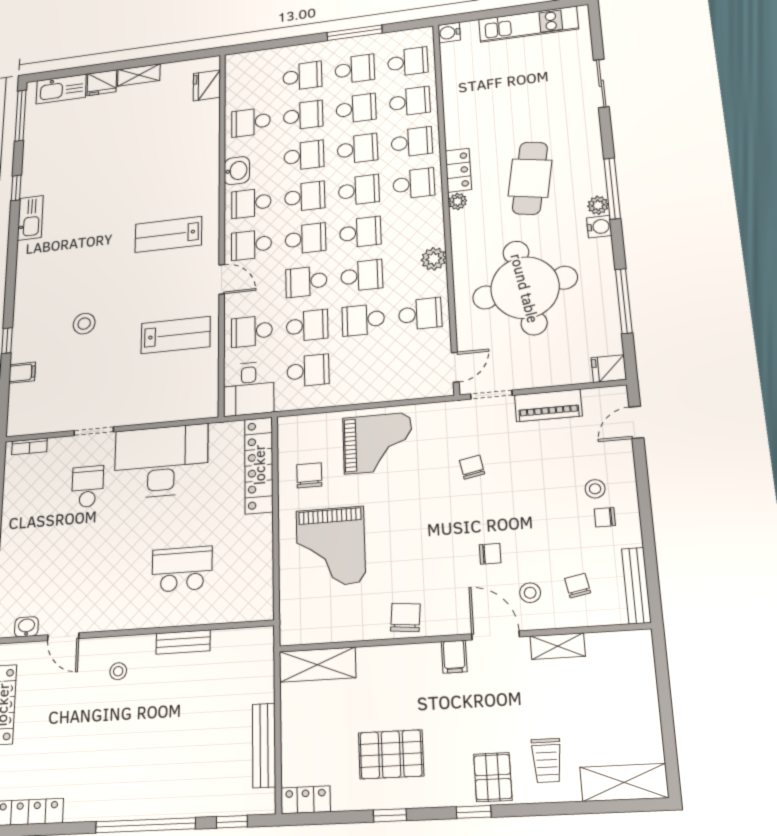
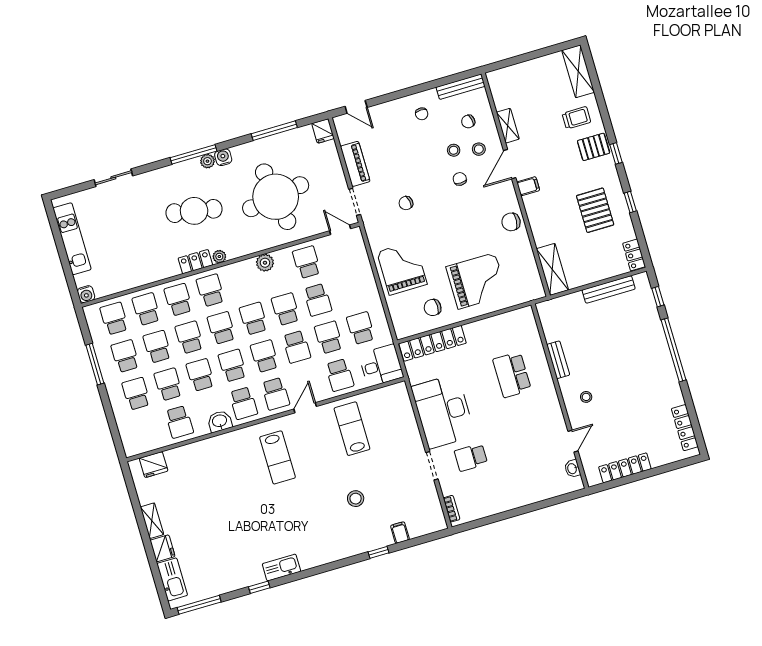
stool: (595, 489) -> (454, 150), moved

